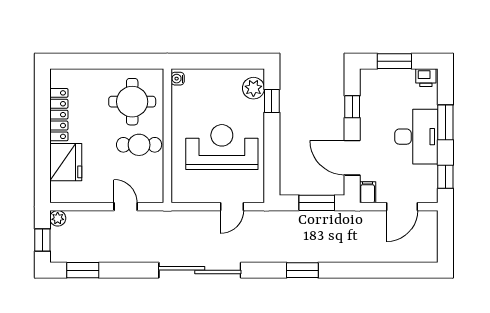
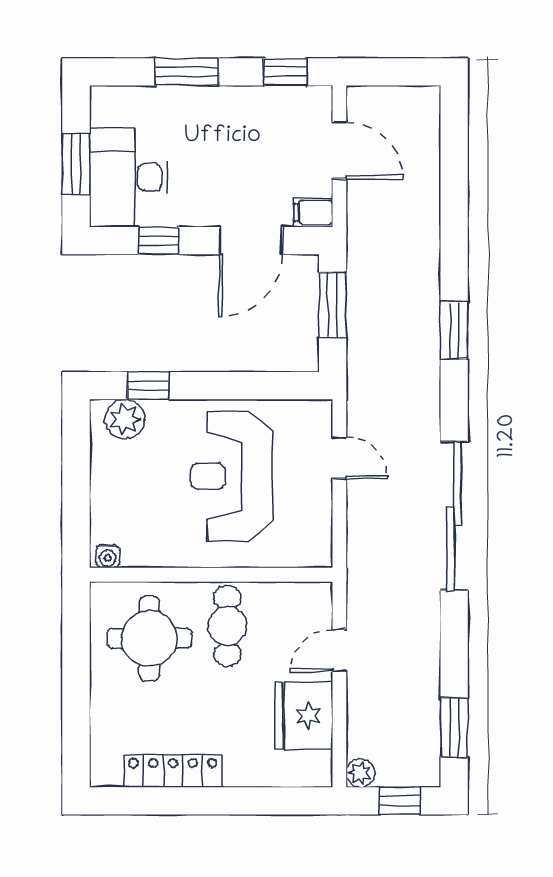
printer: (426, 78) -> (106, 107), removed
desk: (416, 137) -> (129, 177), moved, turned -90
fridge: (66, 162) -> (304, 716), moved, turned -90

